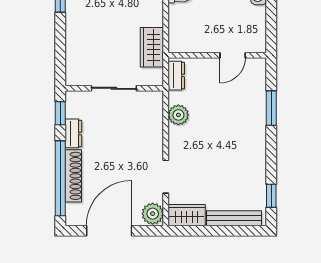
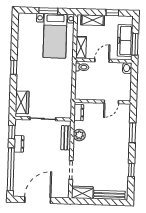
wardrobe: (152, 47) -> (22, 102), moved, turned 180
bench: (155, 120) -> (66, 138), added
shoe rack: (73, 176) -> (18, 168), removed
window: (271, 196) -> (131, 170), moved
plant: (153, 214) -> (63, 191), removed

